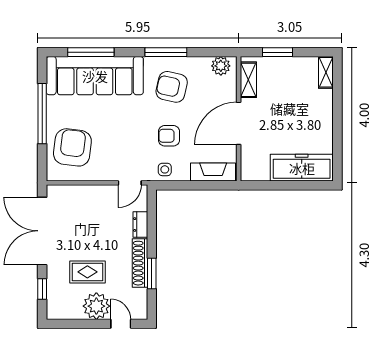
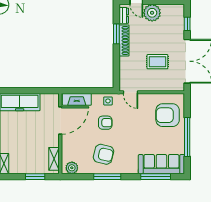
sofa: (95, 76) -> (161, 164), width x0.74, depth x0.79
door: (239, 123) -> (60, 120), moved
armchair: (72, 147) -> (168, 115), turned 83
door: (130, 183) -> (131, 92), swing flipped
dresser: (140, 225) -> (124, 16), moved
rug: (87, 272) -> (157, 62), moved

